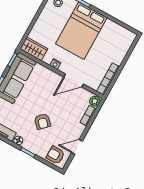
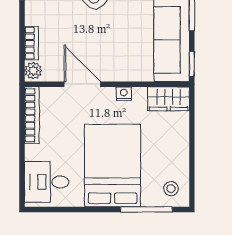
desk: (119, 41) -> (47, 182), added
door: (74, 80) -> (82, 84), hinge flipped

